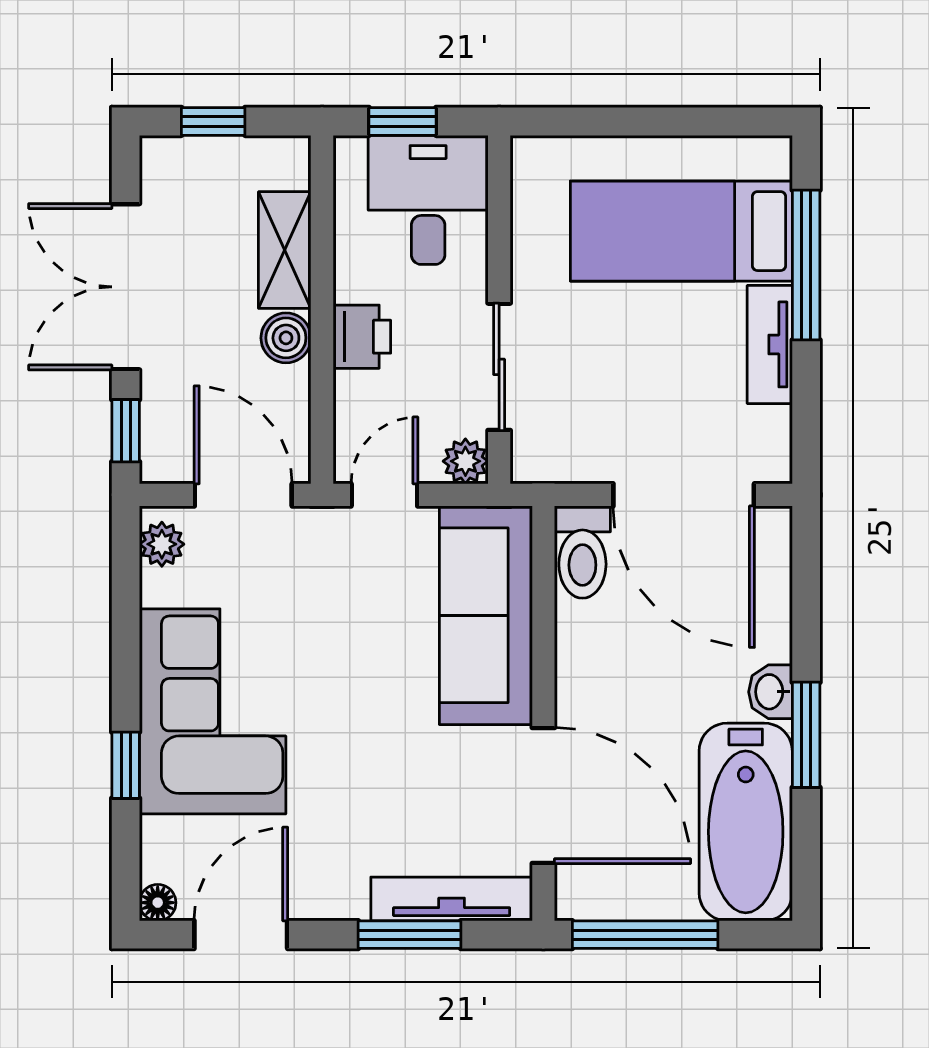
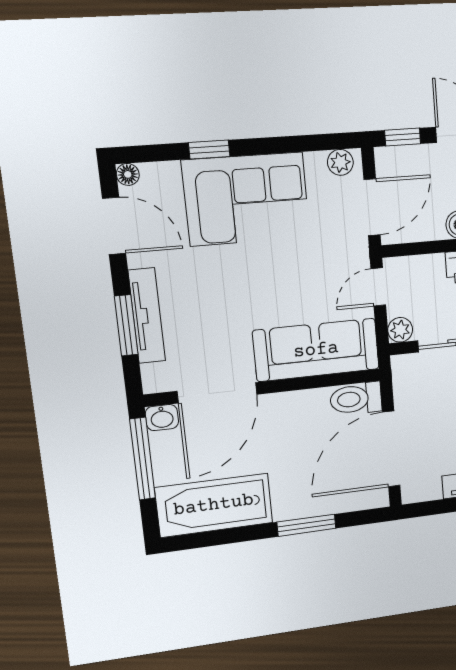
door: (384, 495) -> (378, 287), swing flipped
washbasin: (771, 692) -> (162, 418), moved, turned 180
window: (806, 735) -> (306, 525), moved
tv unit: (452, 899) -> (147, 316), moved

